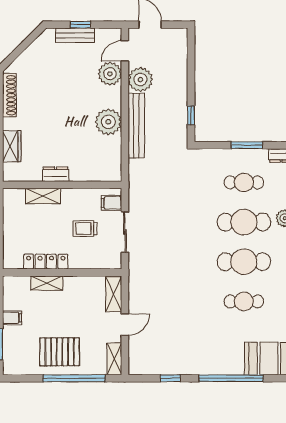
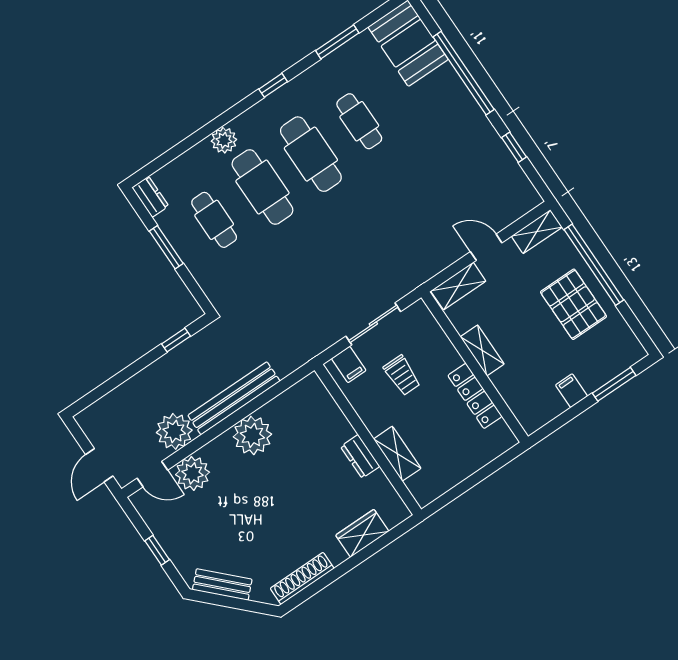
bench: (75, 35) -> (222, 584), moved, turned -45
shelving: (47, 283) -> (482, 350), moved

